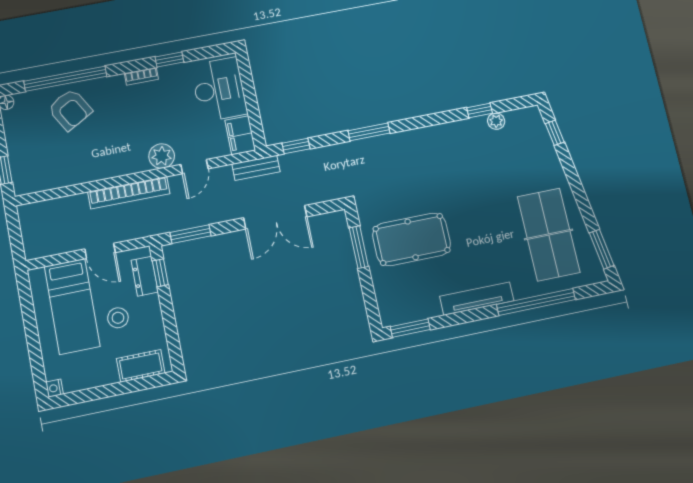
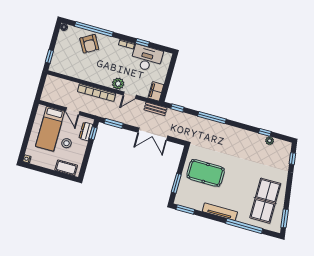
desk: (219, 89) -> (147, 58), moved, turned -90
window: (369, 132) -> (212, 118), width x1.44
window: (359, 247) -> (176, 183), moved

